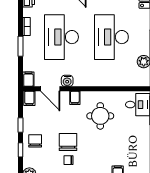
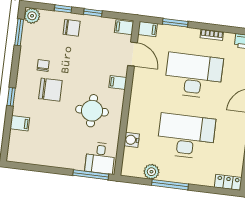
window: (21, 46) -> (175, 23), moved
water cooler: (67, 81) -> (132, 140), moved
door: (50, 89) -> (133, 54), swing flipped
chair: (68, 142) -> (50, 90), moved

